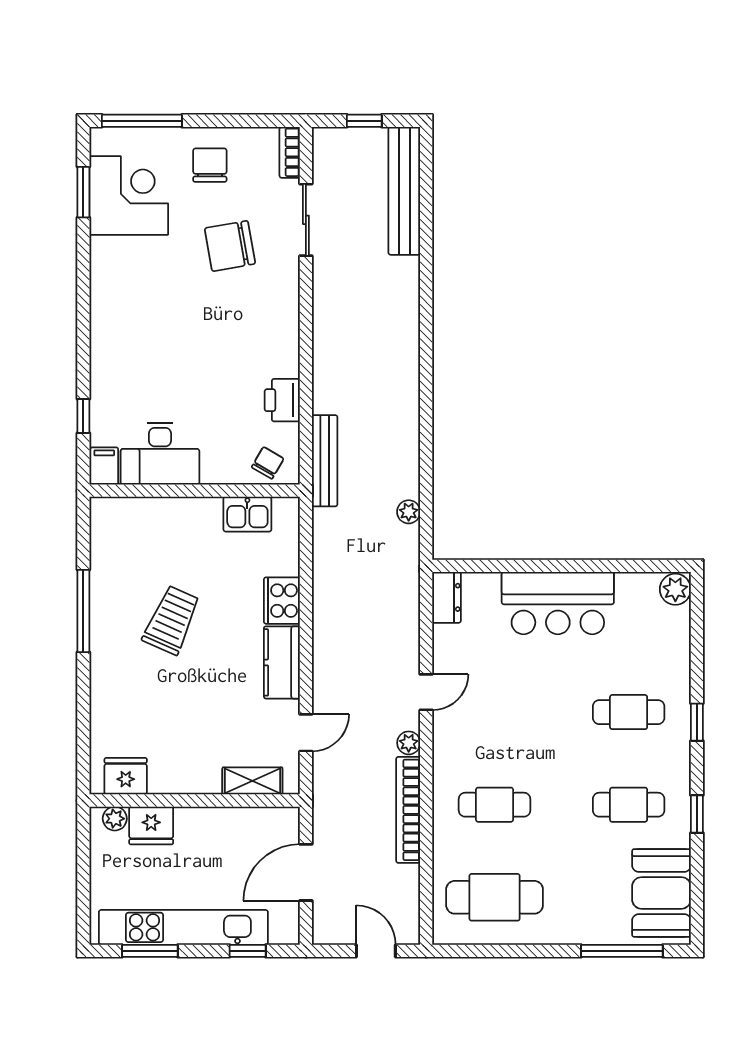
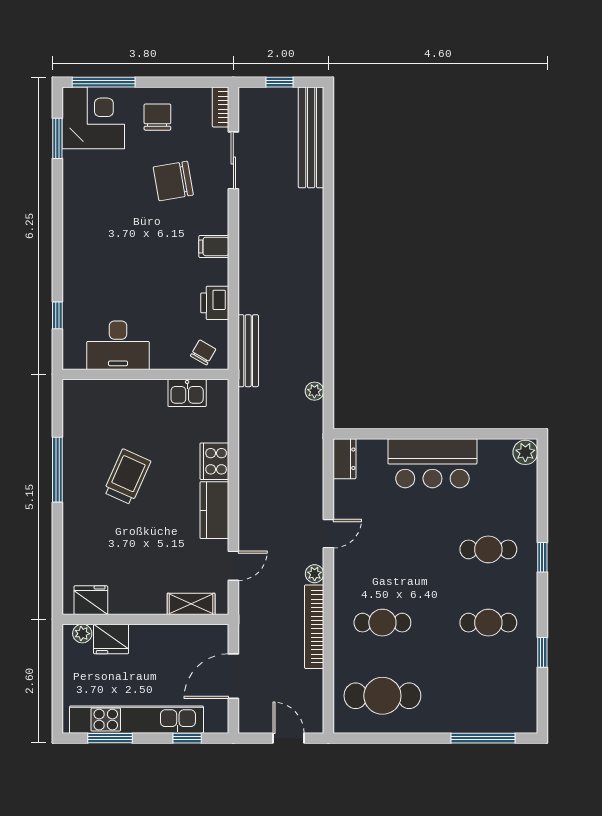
corner desk: (129, 195) -> (93, 118), moved
filing cabinet: (104, 466) -> (214, 246), moved, turned -90
window: (697, 814) -> (542, 652), moved
booth: (661, 893) -> (514, 692), removed

